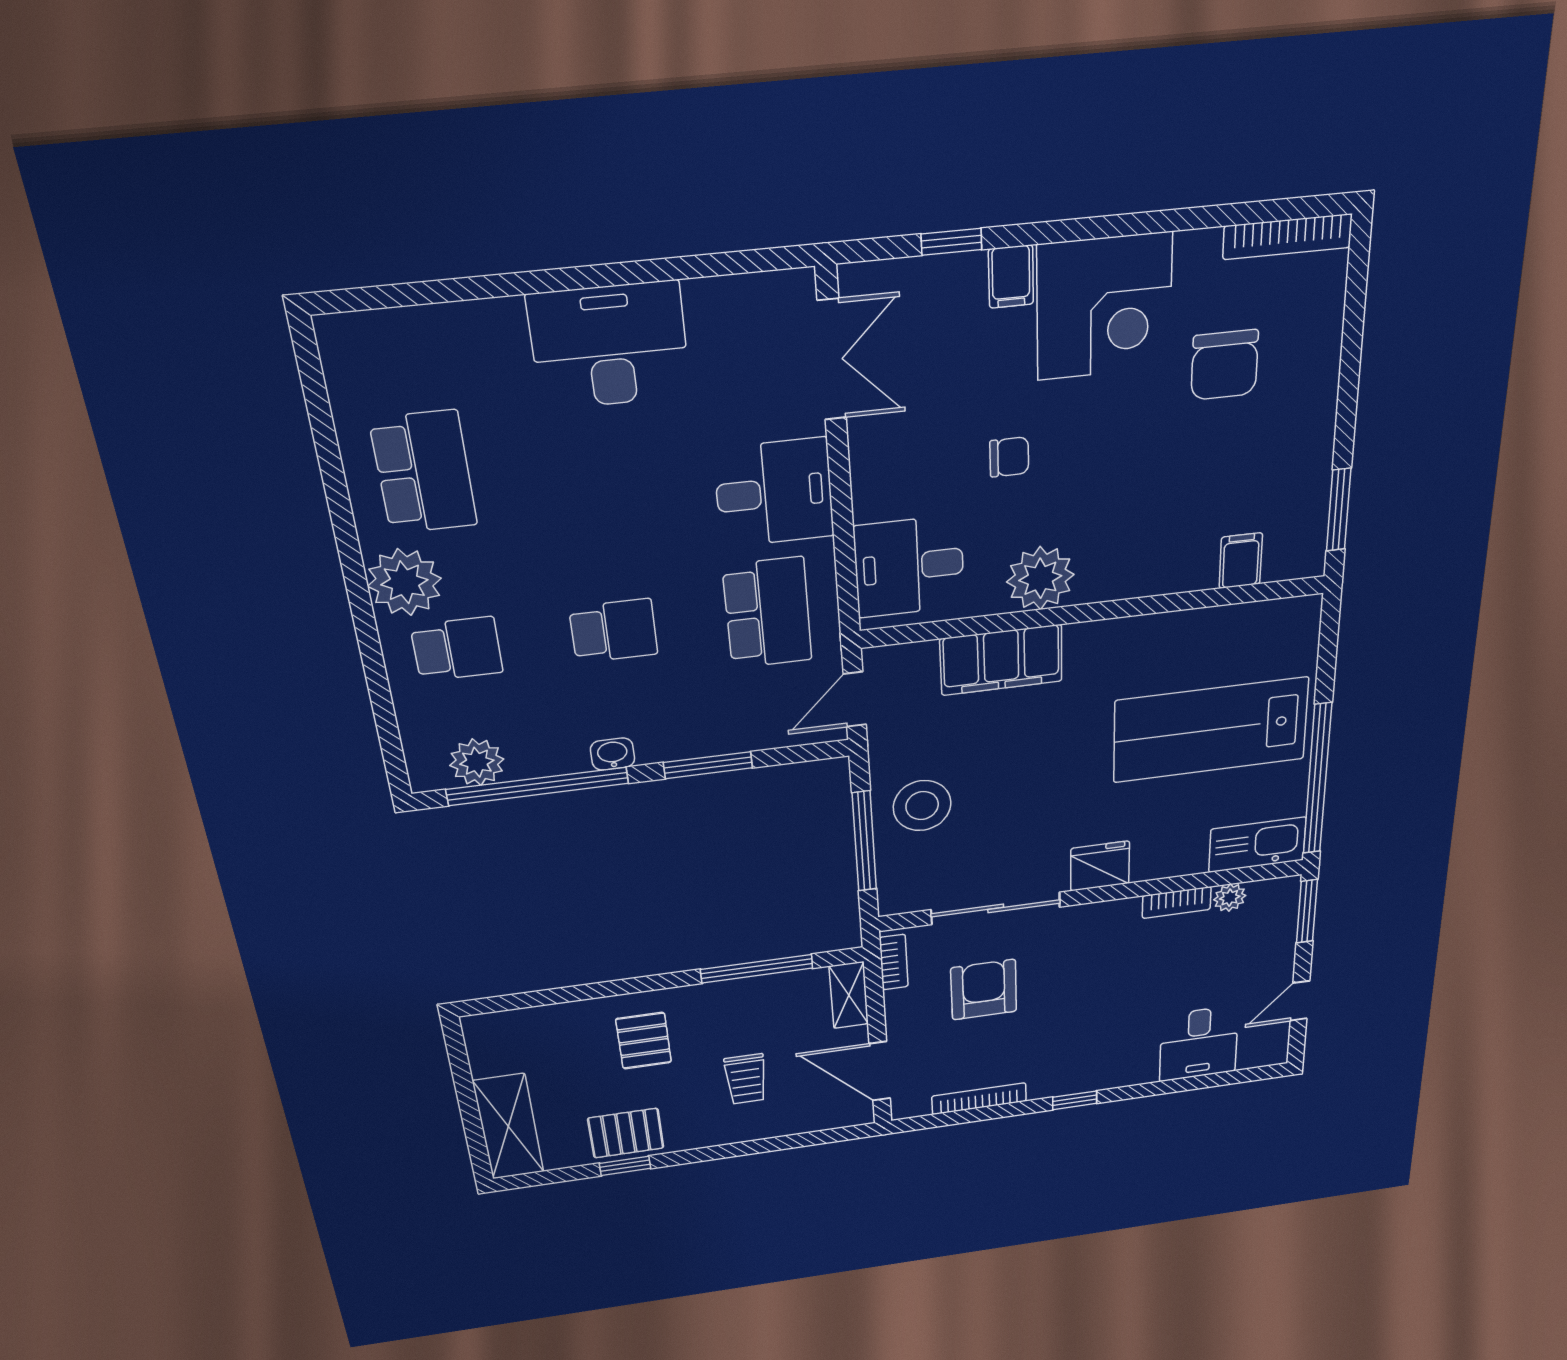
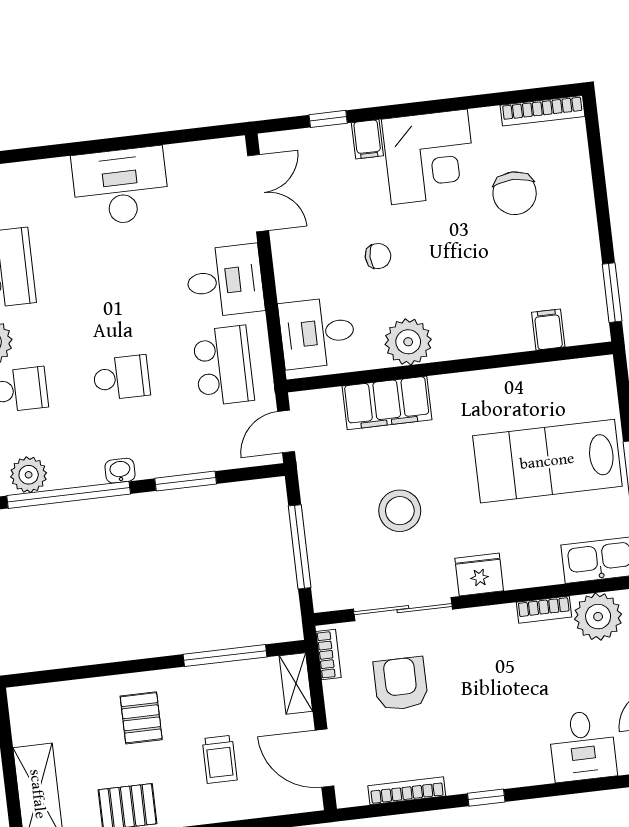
stool: (922, 806) -> (400, 511), moved
plant: (1230, 898) -> (598, 617), width x1.88, depth x1.88

